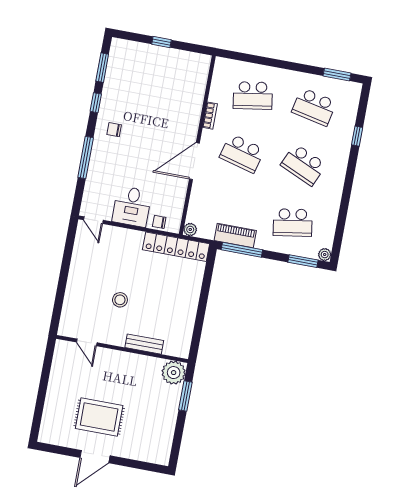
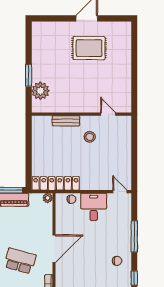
door: (87, 342) -> (108, 114), moved
bench: (144, 344) -> (66, 121), moved
wall: (122, 349) -> (81, 114), moved

